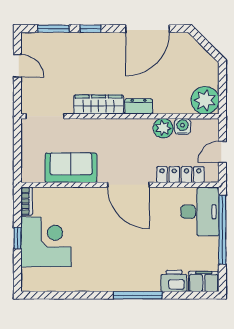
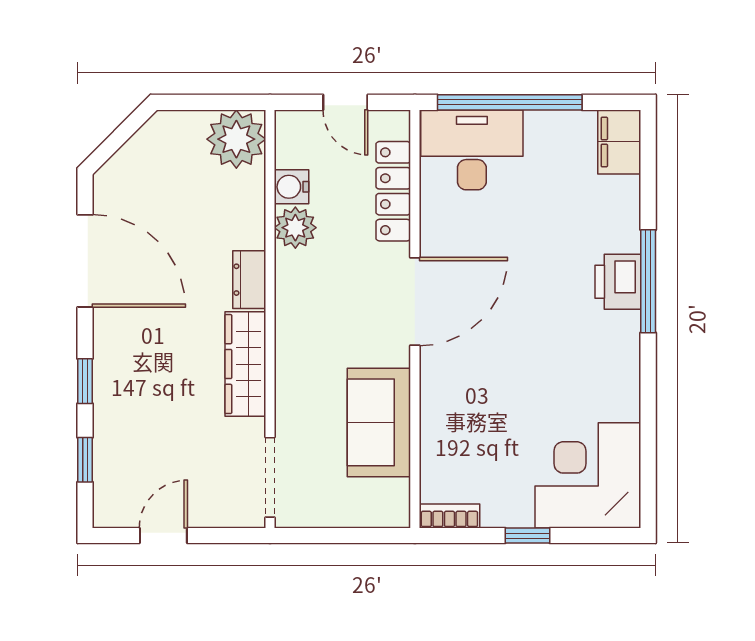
window: (53, 29) -> (85, 460), width x0.67
corner desk: (46, 242) -> (588, 475), moved
printer: (174, 281) -> (618, 282), moved

